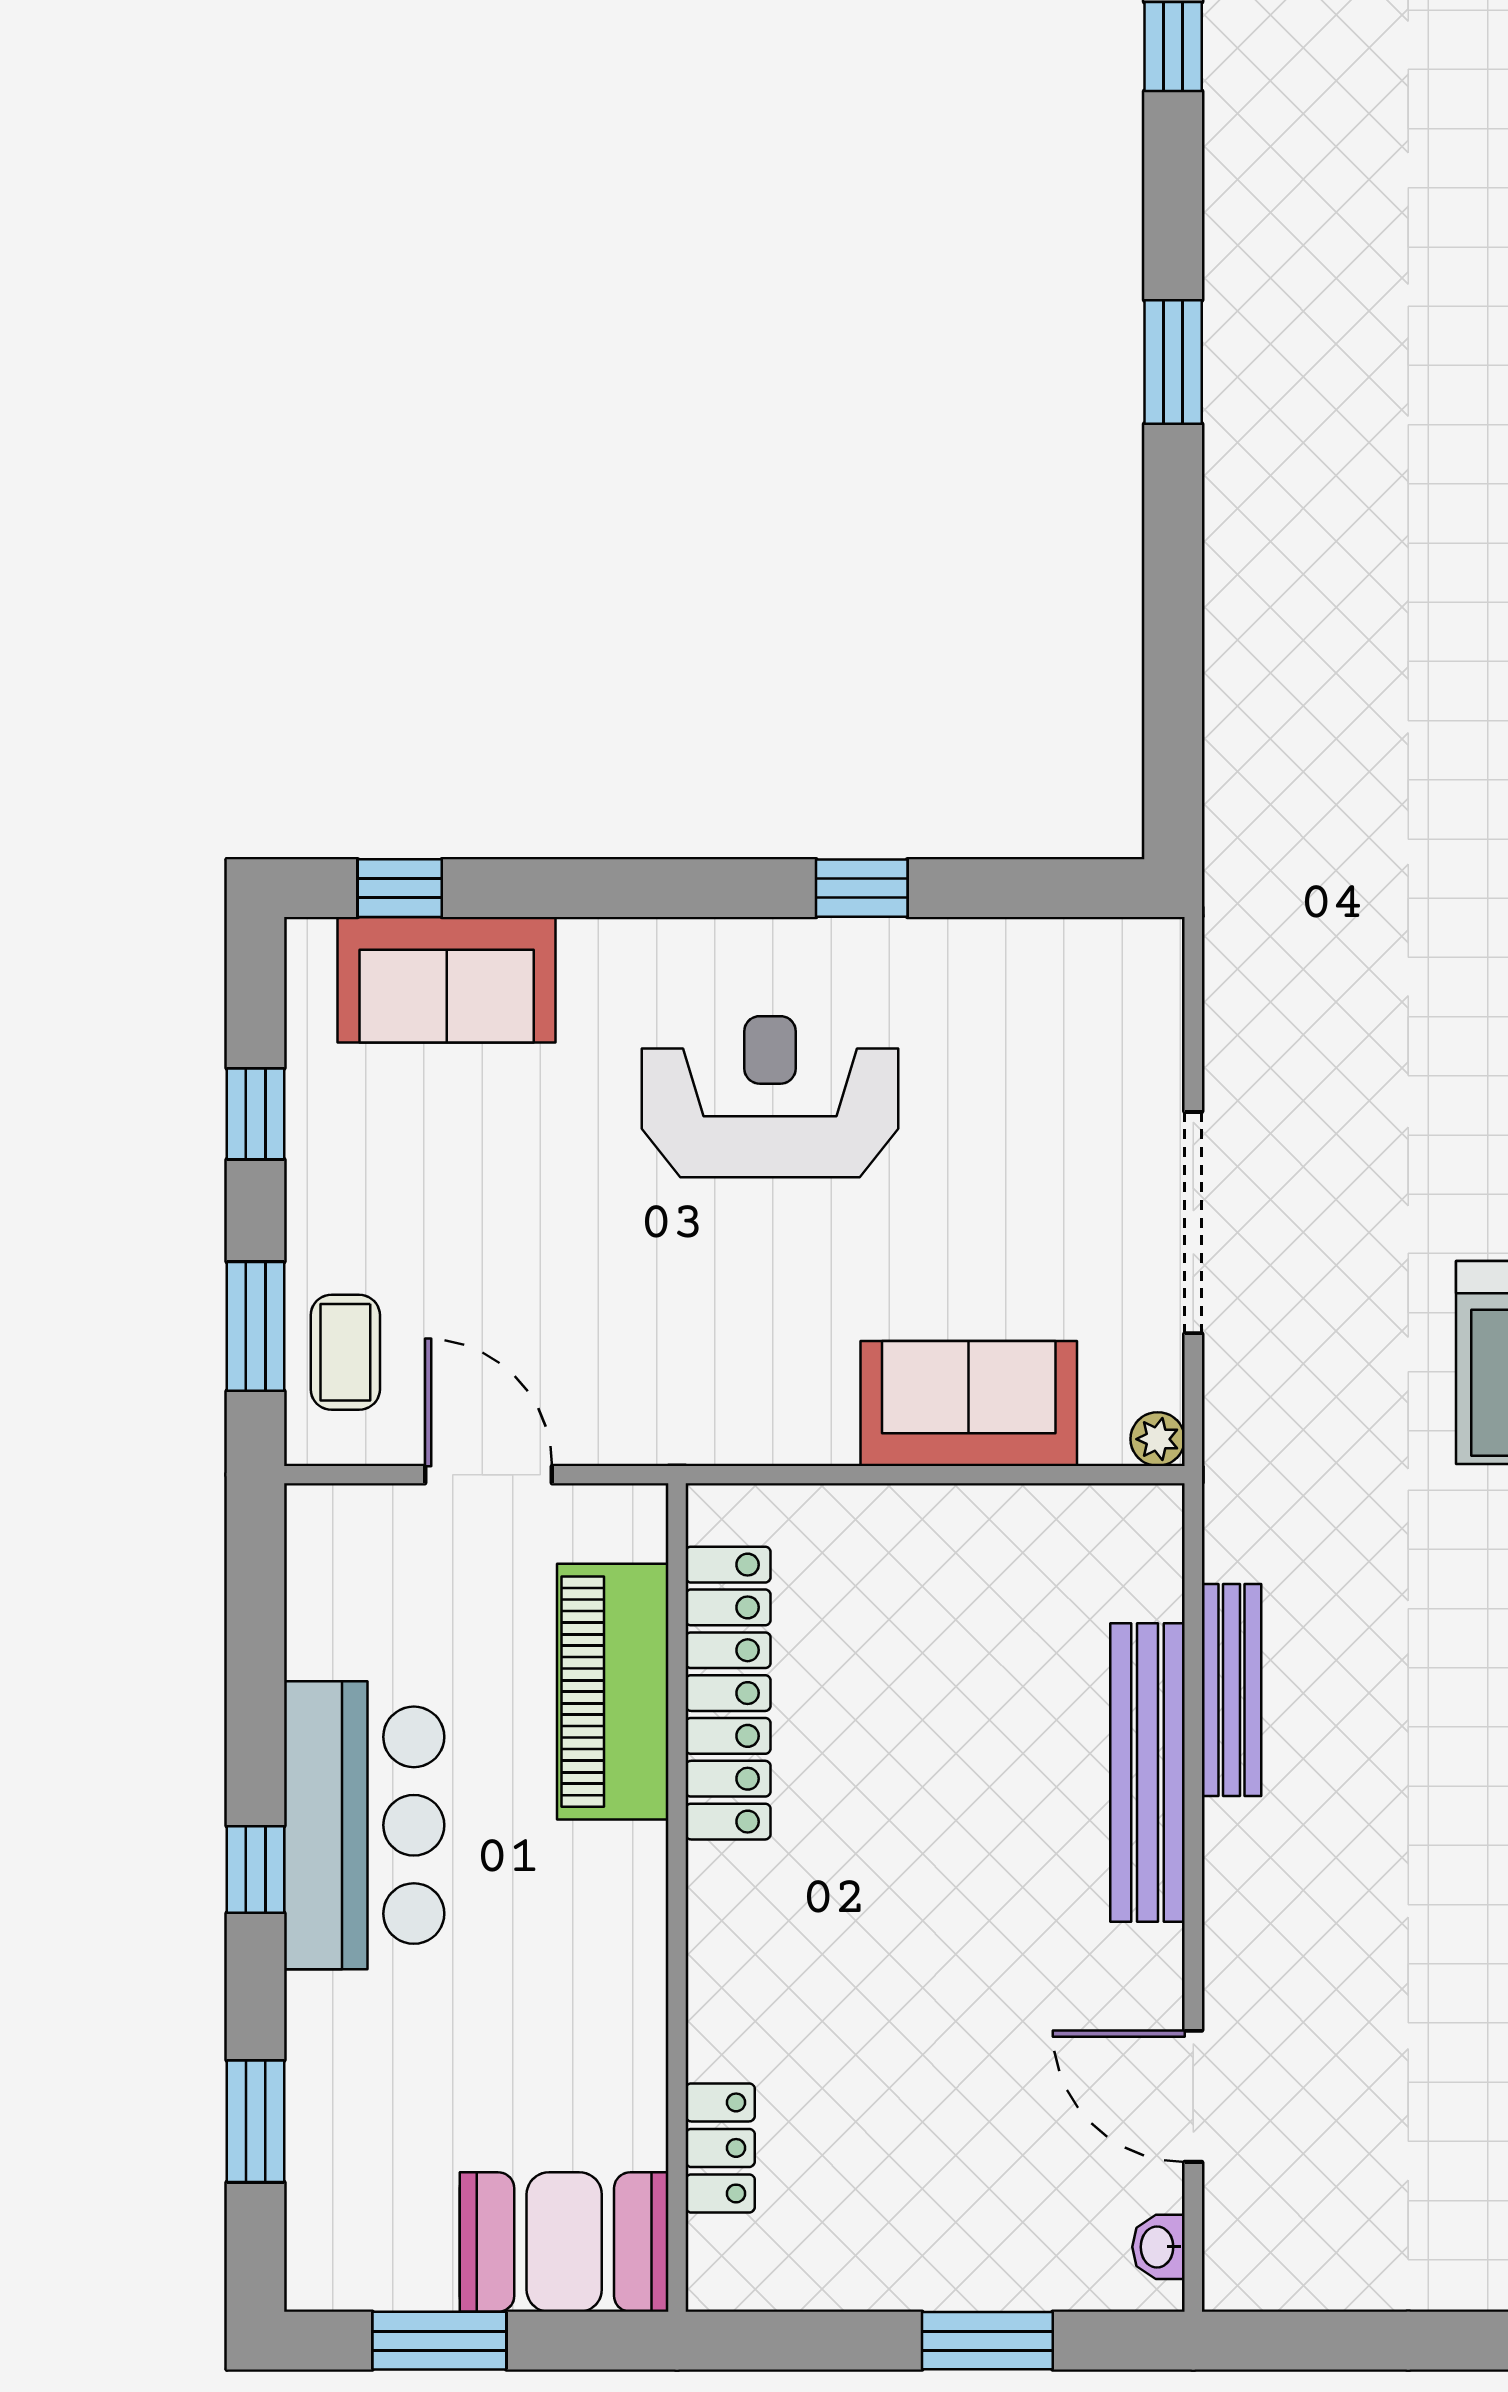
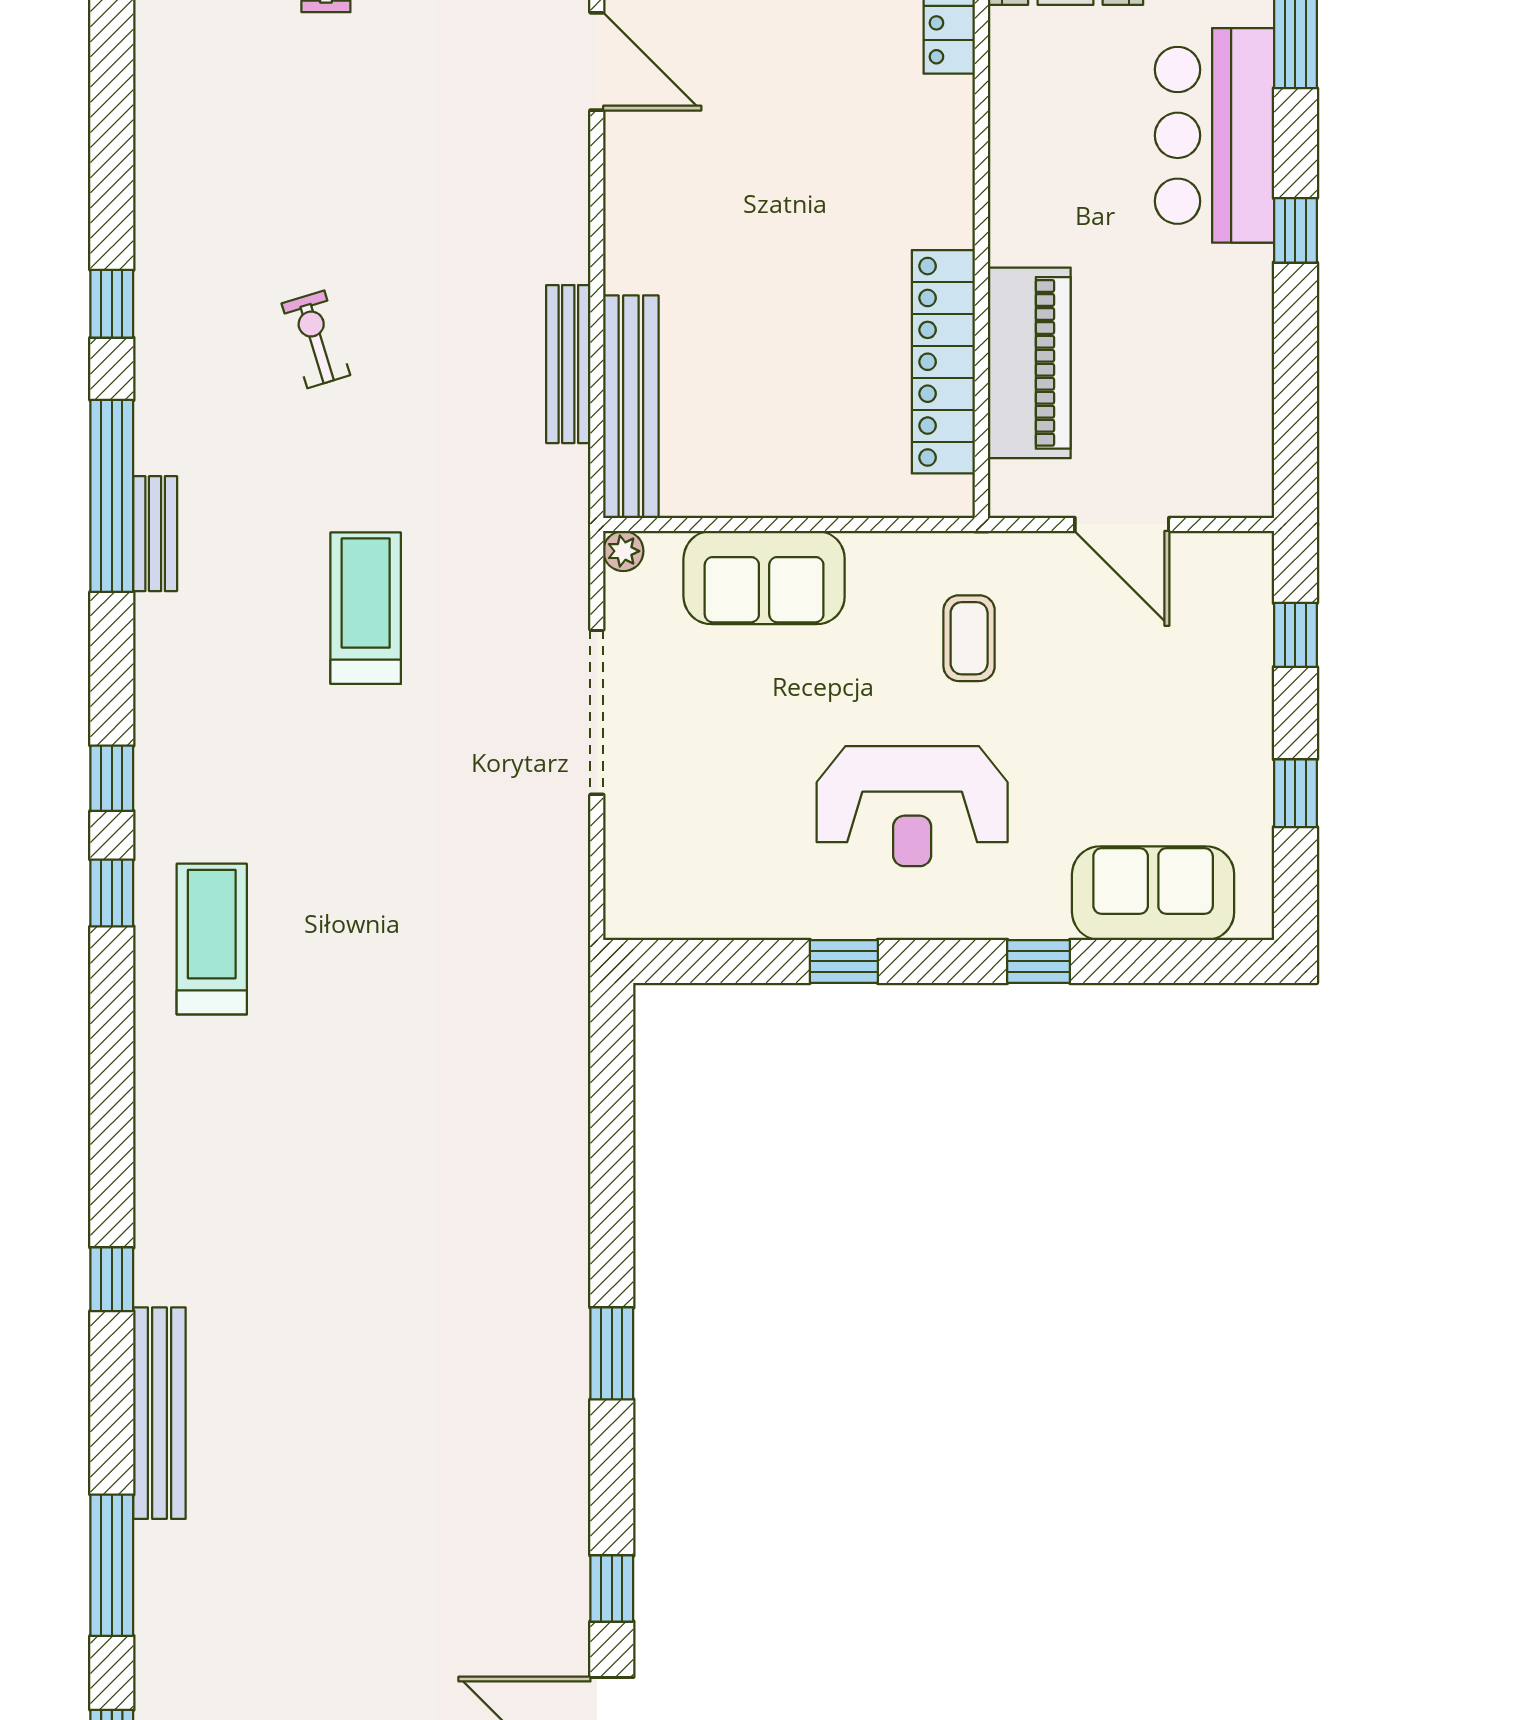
window: (400, 888) -> (1039, 961), moved
window: (255, 1326) -> (1295, 635), width x0.67
coffee table: (345, 1352) -> (969, 638), moved
bench: (1147, 1772) -> (631, 407), moved
bar counter: (364, 1825) -> (1214, 135), moved

